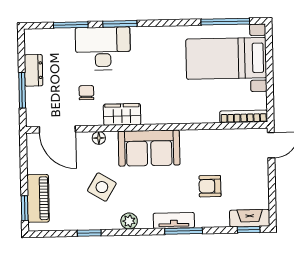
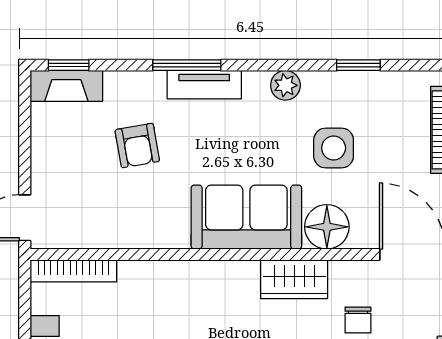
floor lamp: (99, 138) -> (327, 227), width x1.89, depth x1.89
armchair: (210, 186) -> (137, 146), turned 80
side table: (102, 187) -> (334, 148), turned -31

